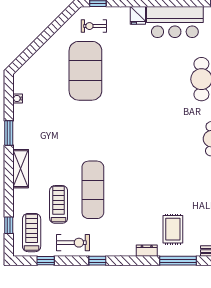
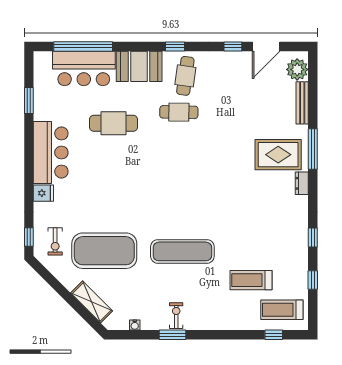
shelving: (21, 169) -> (92, 302), moved, turned 45
exercise mat: (93, 190) -> (182, 251), moved
rug: (173, 229) -> (278, 155), width x1.36, depth x1.43
exercise bike: (73, 243) -> (176, 316), moved, width x0.73, depth x0.72
window: (46, 261) -> (313, 280), moved

